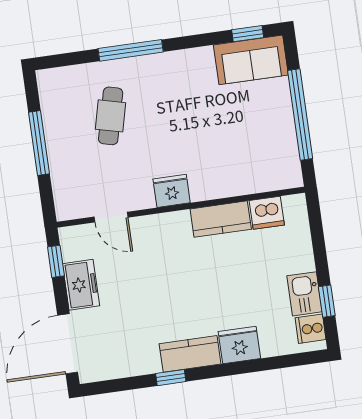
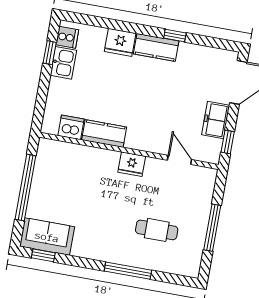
cafe table: (111, 116) -> (157, 230), turned 76

